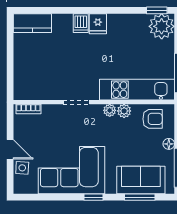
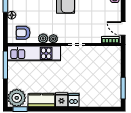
kitchen counter: (32, 23) -> (41, 100), moved
window: (10, 40) -> (123, 88), added
door: (10, 149) -> (123, 28), moved

